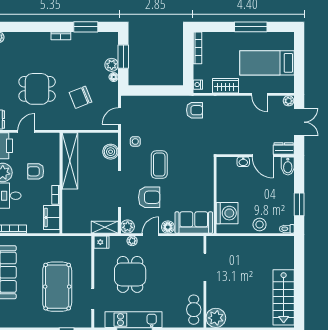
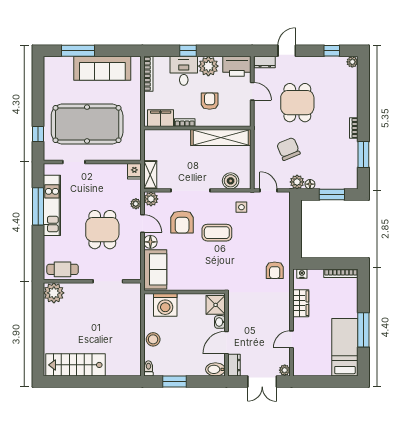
bed: (267, 63) -> (345, 347), moved
plant: (112, 65) -> (297, 182), moved
shower: (227, 166) -> (216, 305), added
dining table: (130, 274) -> (102, 230), moved, turned 90
pool table: (57, 287) -> (87, 124), width x1.36, depth x1.32

